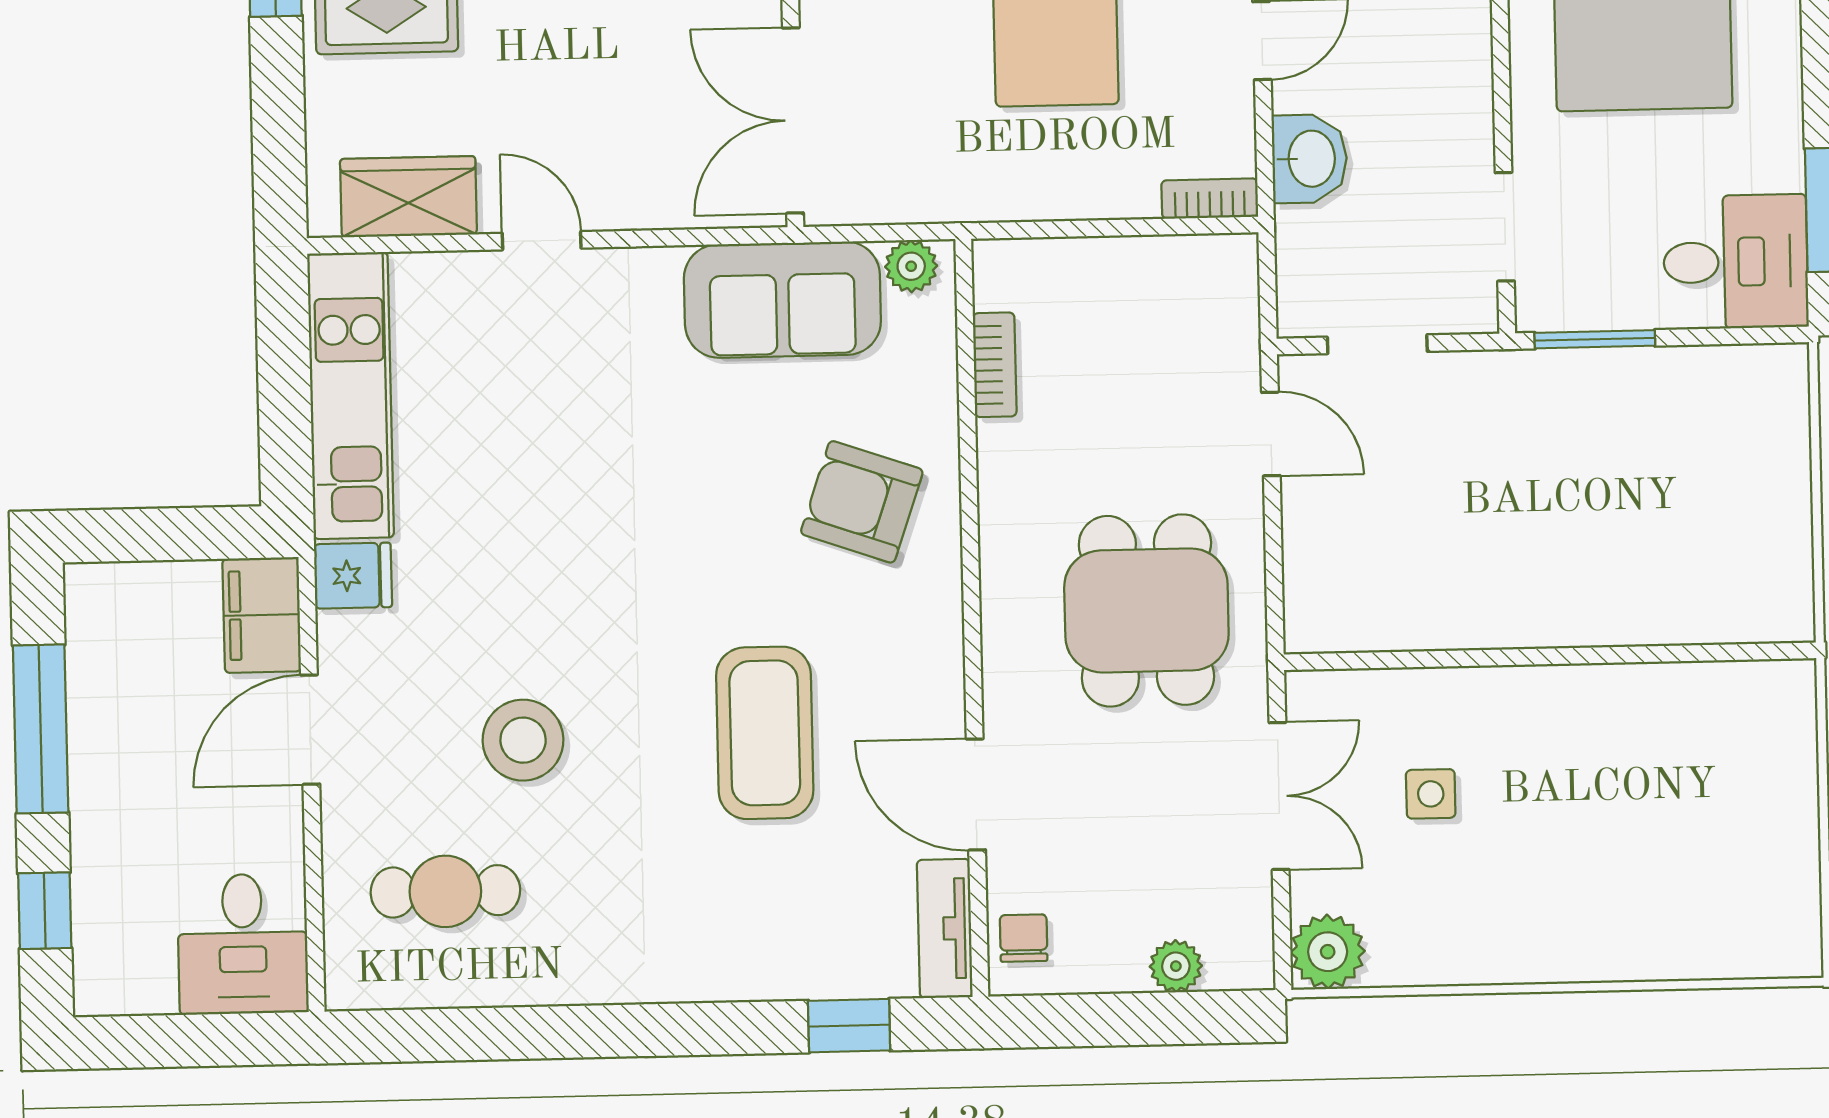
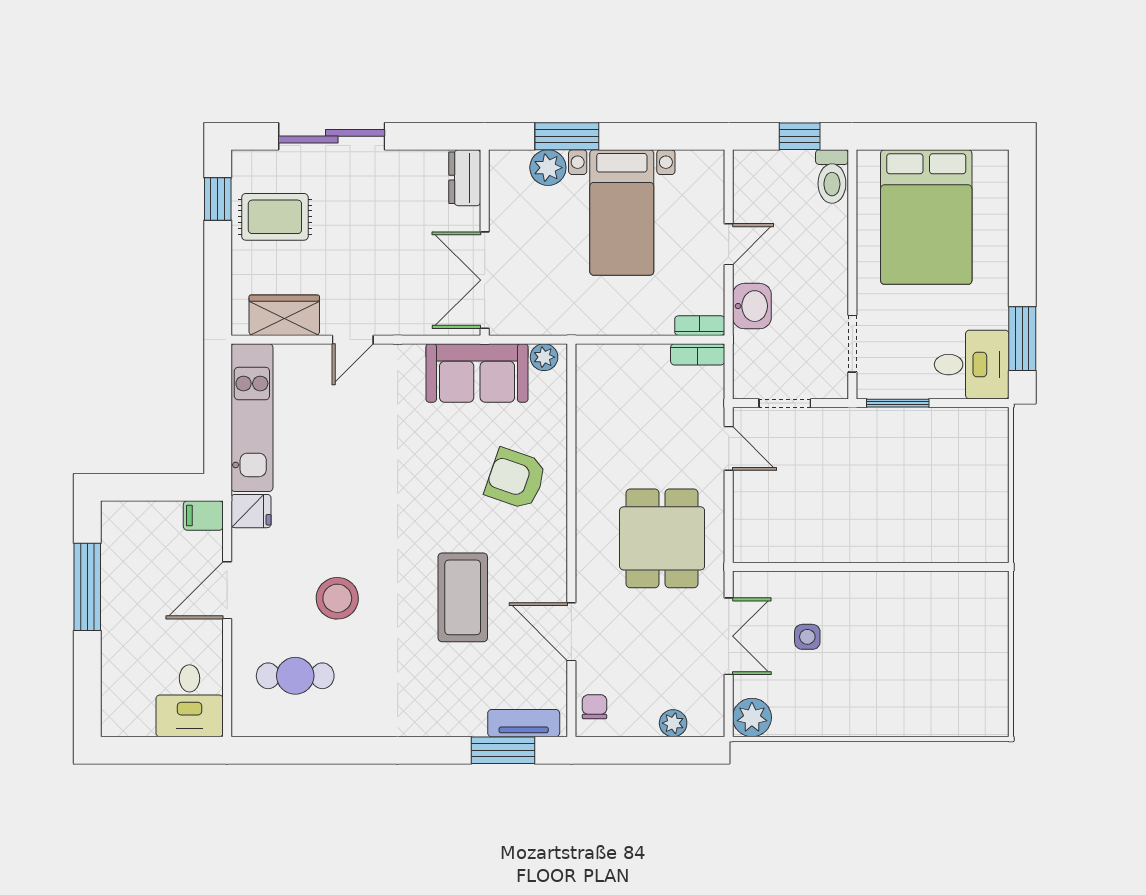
door: (542, 241) -> (353, 340), swing flipped
bookcase: (995, 365) -> (698, 354), moved, turned 90
filing cabinet: (262, 615) -> (203, 516), width x0.50
window: (45, 911) -> (87, 681), removed
tv unit: (945, 928) -> (524, 723), moved, turned 90
window: (849, 1026) -> (503, 750), width x1.50

